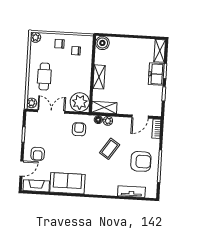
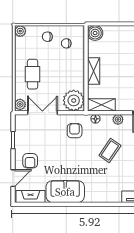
plant: (108, 121) -> (118, 119), moved

